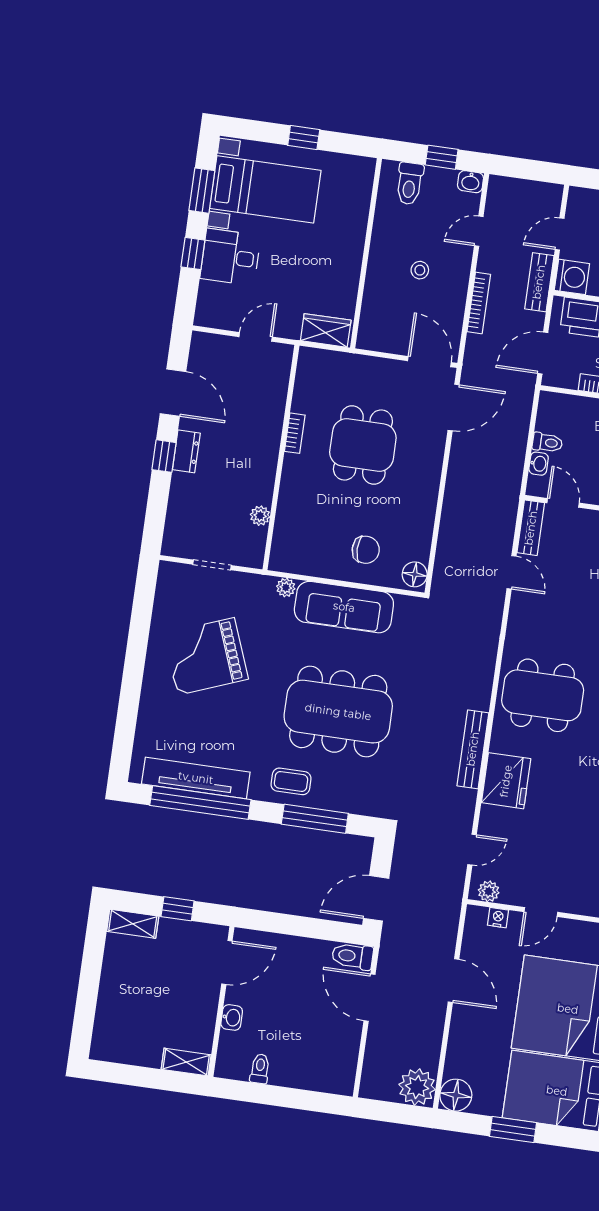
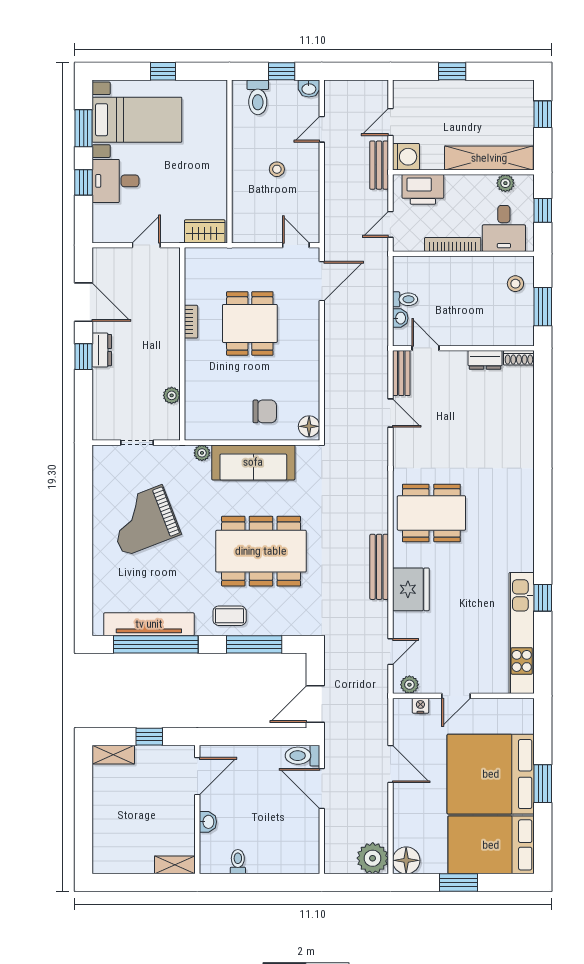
bookcase: (479, 303) -> (330, 190), removed
door: (543, 353) -> (390, 224), width x0.73
door: (429, 362) -> (296, 245), width x0.73

